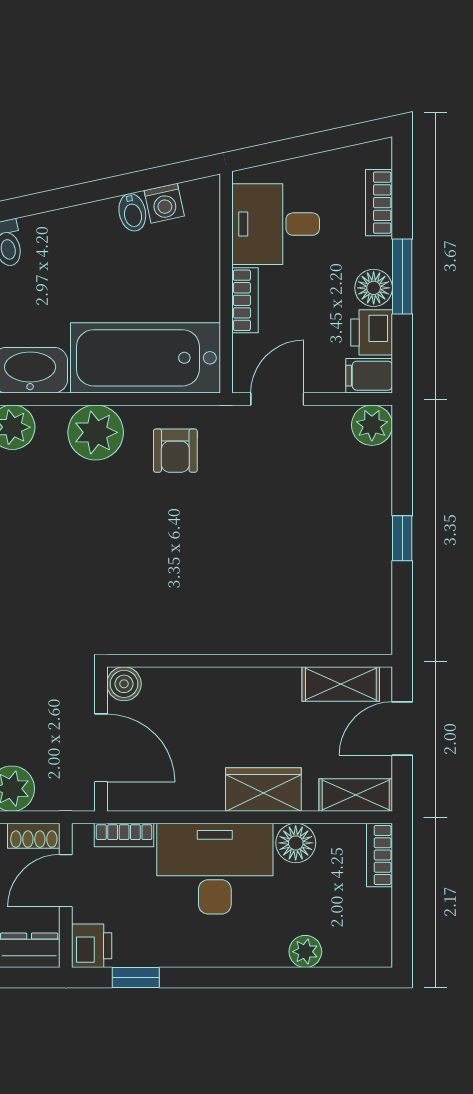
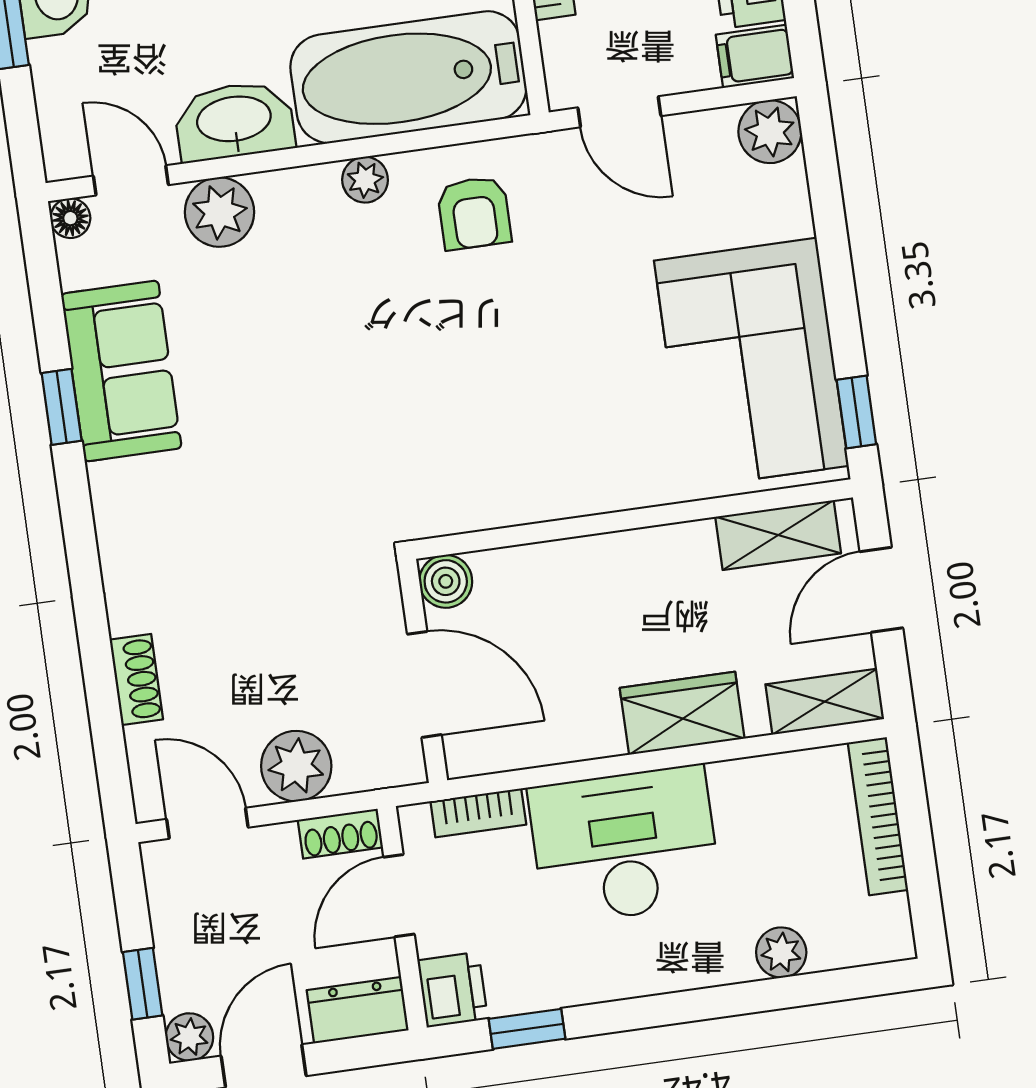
door: (277, 399) -> (619, 112), swing flipped
plant: (96, 432) -> (365, 180), width x0.53, depth x0.53
window: (402, 538) -> (856, 412), moved
corner sofa: (339, 572) -> (751, 363), added
floor lamp: (296, 843) -> (743, 788), removed
bookcase: (380, 855) -> (878, 816), width x1.56

